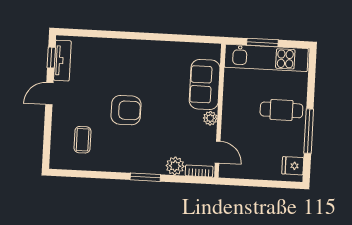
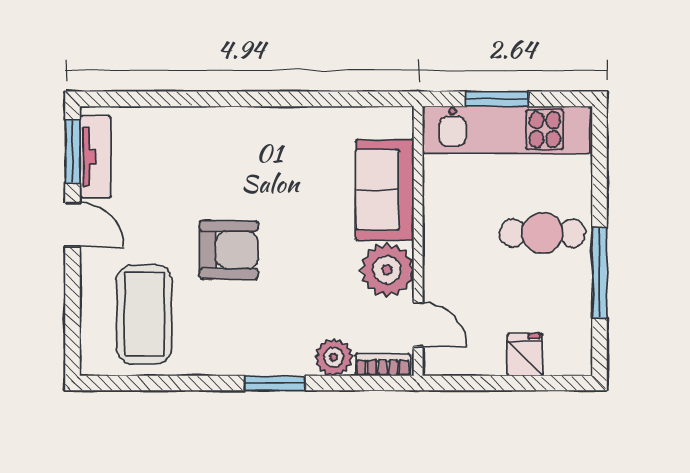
window: (51, 58) -> (73, 152), width x1.50
door: (49, 94) -> (73, 225), swing flipped
plant: (210, 118) -> (387, 270), width x1.88, depth x1.88
coffee table: (83, 140) -> (144, 314), width x1.86, depth x1.72
fridge: (293, 166) -> (525, 355), moved, turned 90

